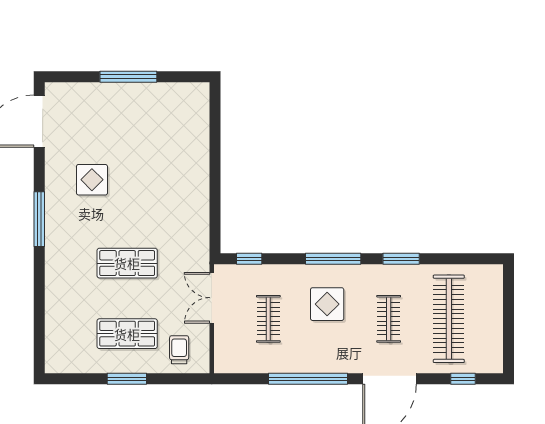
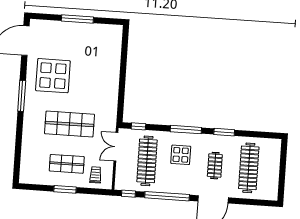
display table: (92, 180) -> (53, 76), width x1.86, depth x1.86
shop shelf: (127, 263) -> (70, 124), width x1.43, depth x1.36
clothes rail: (268, 319) -> (147, 161), width x1.86, depth x1.31
window: (463, 379) -> (128, 194), moved

